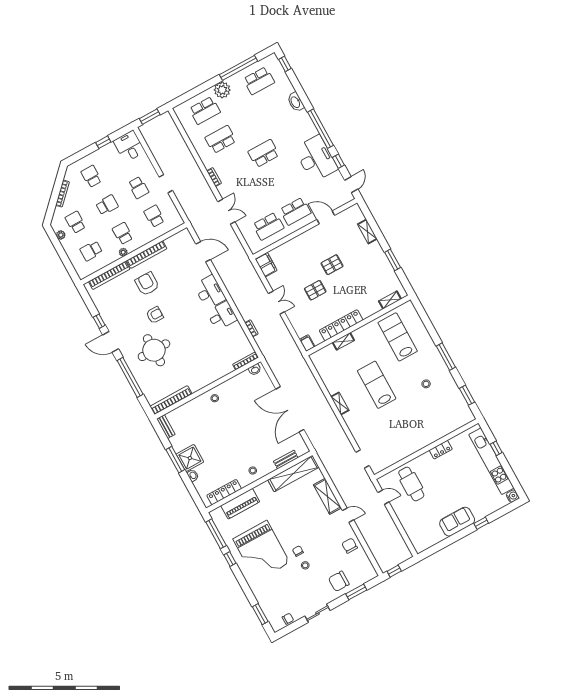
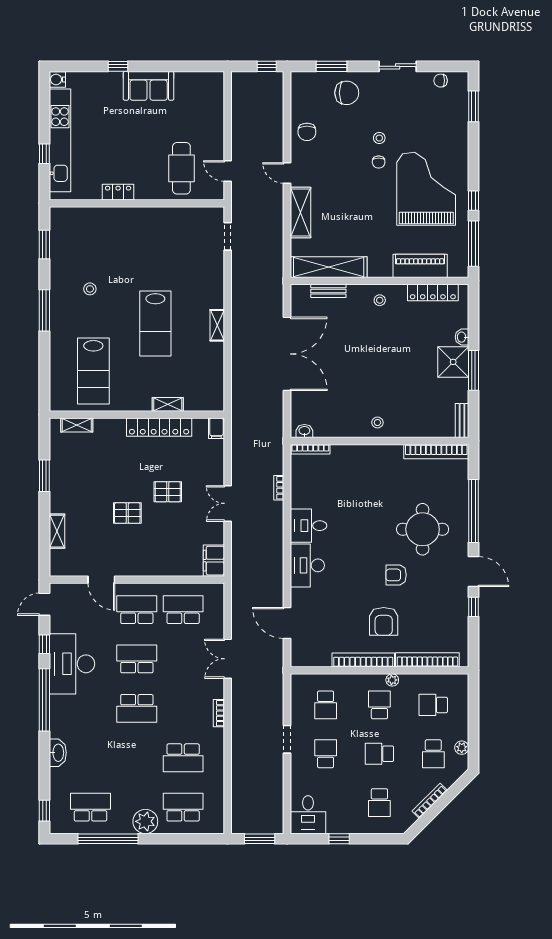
school desk: (280, 182) -> (137, 659), added
school desk: (123, 233) -> (379, 705), turned 180
school desk: (91, 251) -> (433, 705), turned 180

